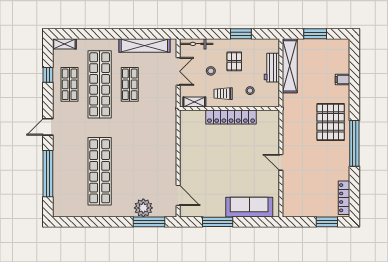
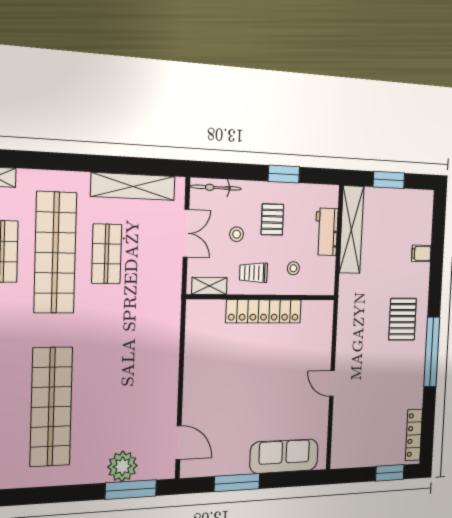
pallet: (331, 122) -> (403, 319), width x0.73, depth x0.71

